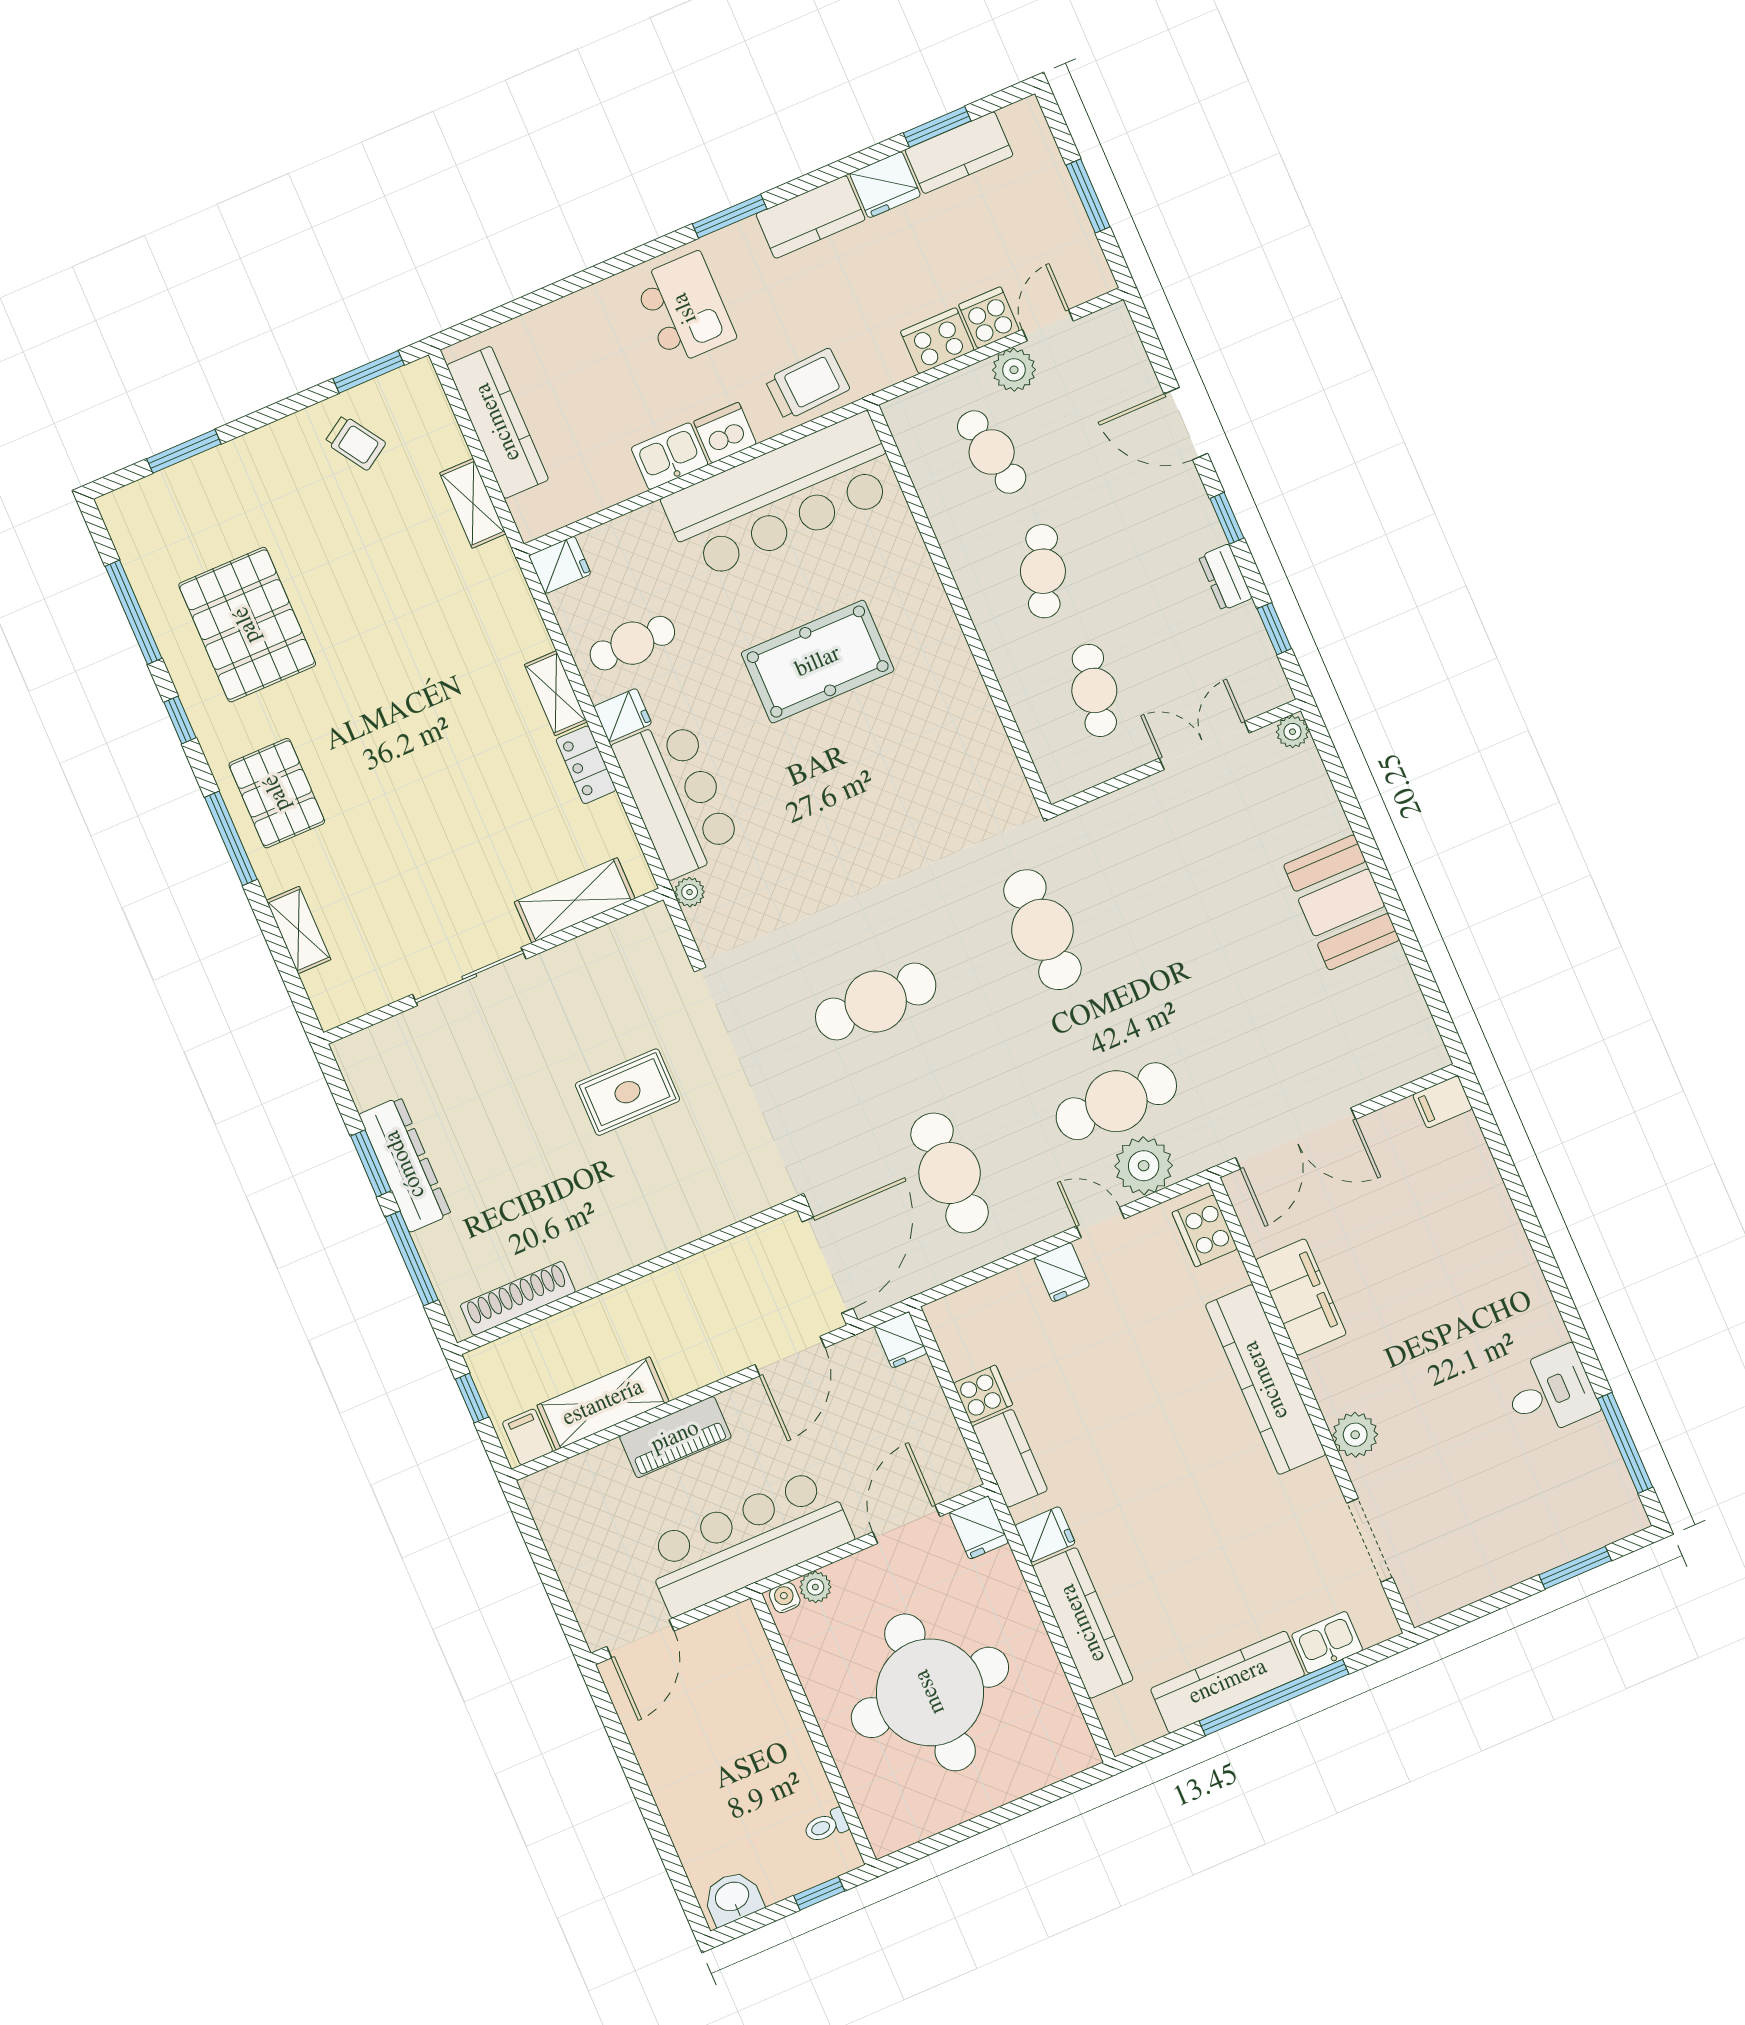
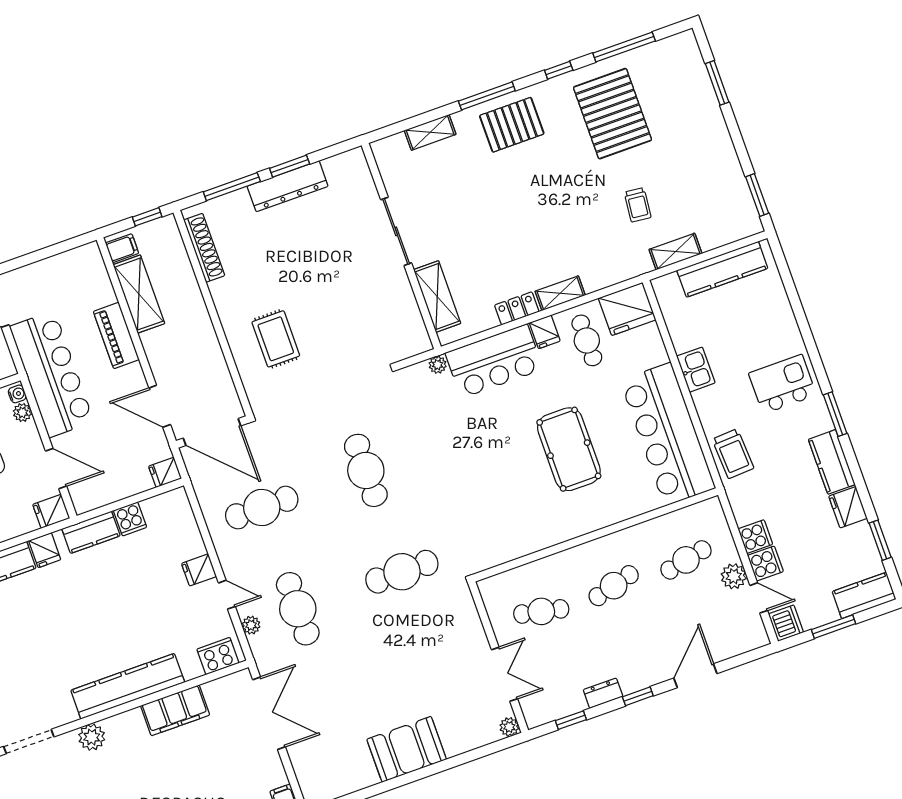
kitchen counter: (959, 153) -> (864, 595), moved, turned 90
kitchen island: (685, 308) -> (783, 384), turned 180
cooker: (937, 341) -> (755, 537), width x0.73
dishwasher: (725, 433) -> (786, 623), moved
trolley: (355, 443) -> (638, 205), moved, turned -51
fridge: (560, 565) -> (627, 309), width x1.88, depth x1.34
cafe table: (1043, 571) -> (614, 586), turned -36
pallet: (247, 625) -> (613, 114), turned 90
rug: (627, 1092) -> (276, 339), moved
double door: (1296, 1138) -> (269, 713), swing flipped
plant: (1144, 1166) -> (251, 625), width x0.53, depth x0.53
door: (1100, 1222) -> (227, 595), hinge flipped

